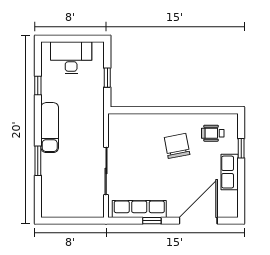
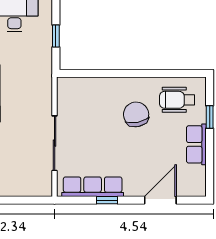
wheelchair: (213, 133) -> (177, 100), width x1.36, depth x1.37
door: (198, 221) -> (160, 200), width x0.73

